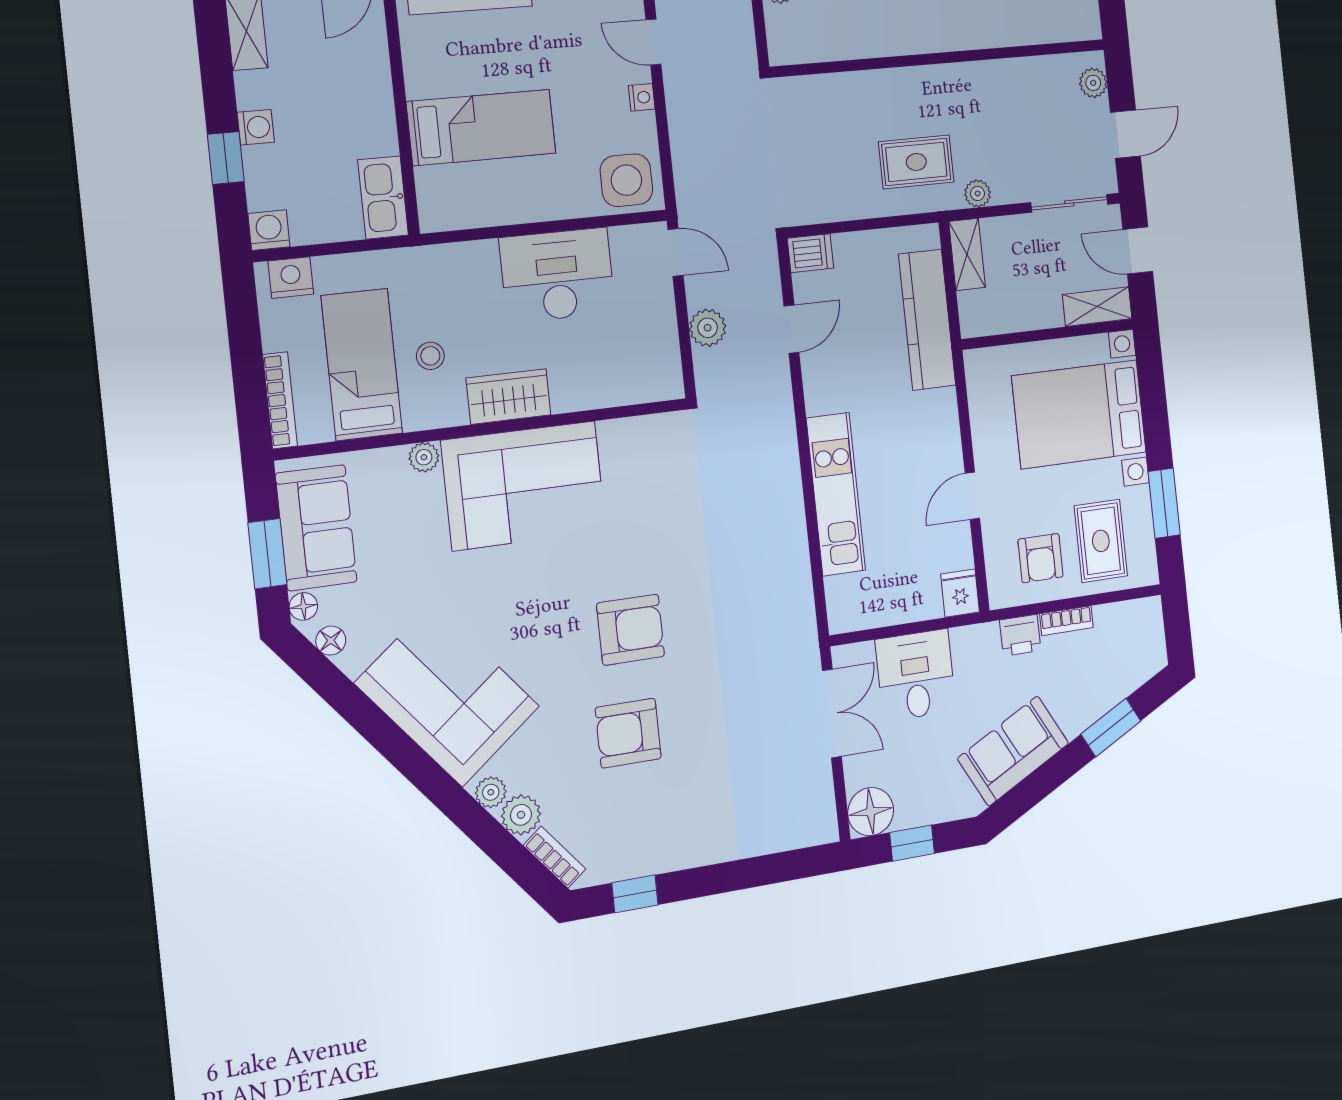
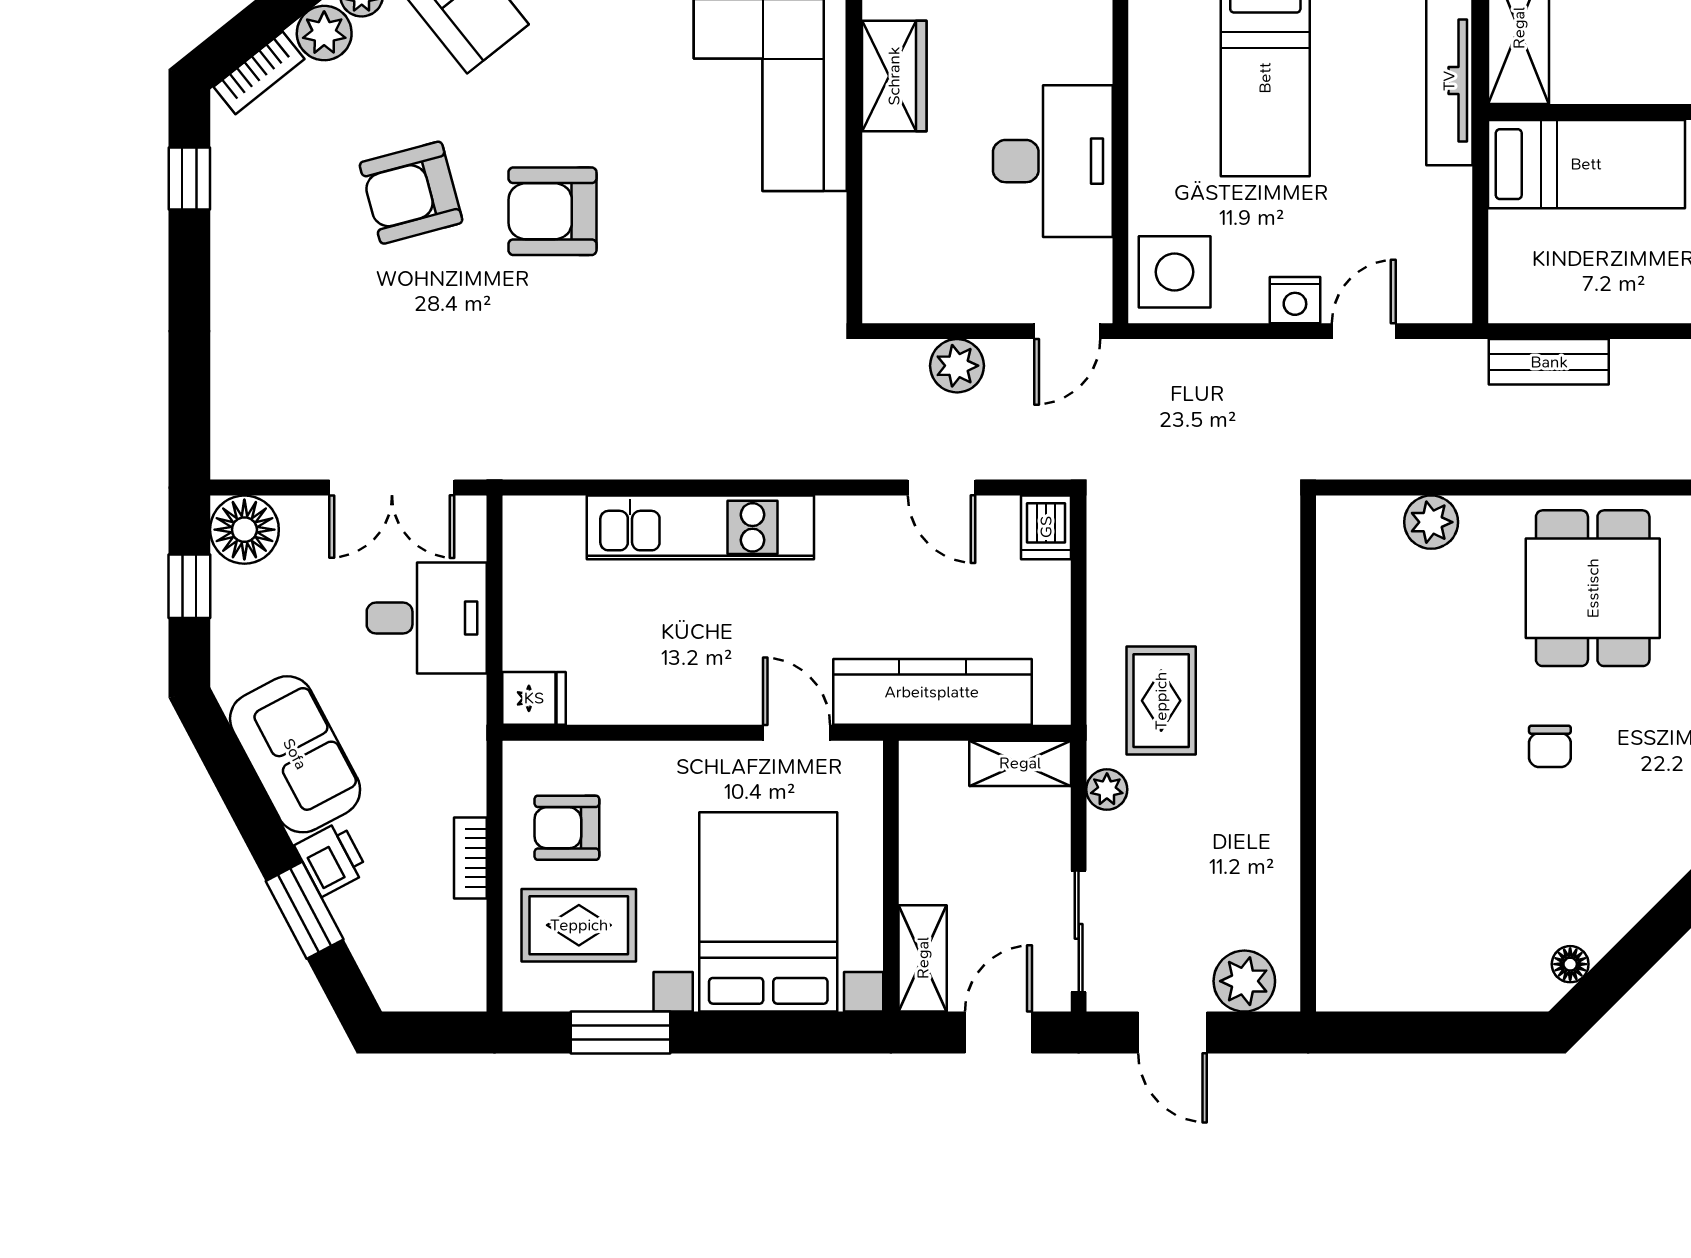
plant: (1093, 83) -> (1244, 981), width x1.38, depth x1.38
nightstand: (642, 97) -> (1295, 300), width x1.39, depth x1.35
door: (972, 496) -> (797, 733), moved
armchair: (631, 630) -> (552, 211), turned 90
printer: (1020, 635) -> (331, 859), moved, turned 152
armchair: (628, 733) -> (411, 193), turned -105

